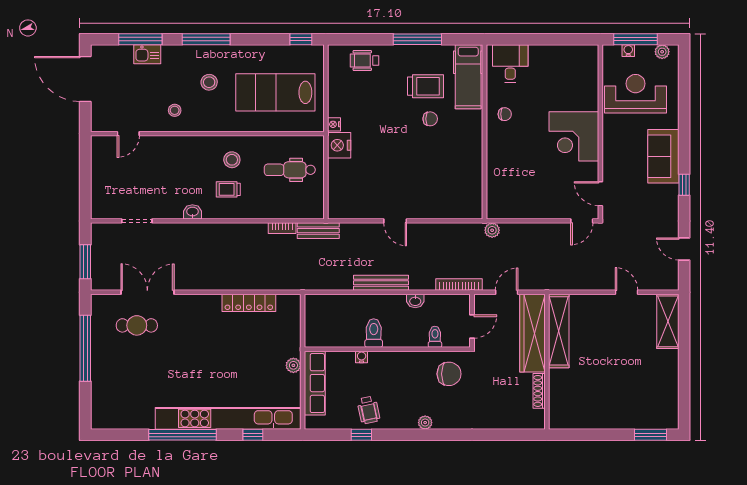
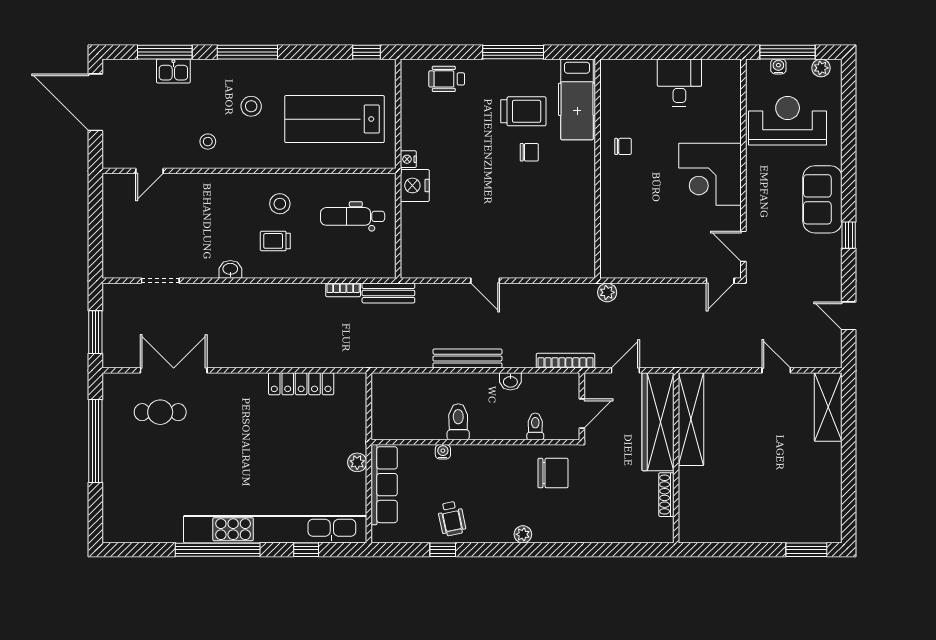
desk: (510, 63) -> (679, 83), moved

